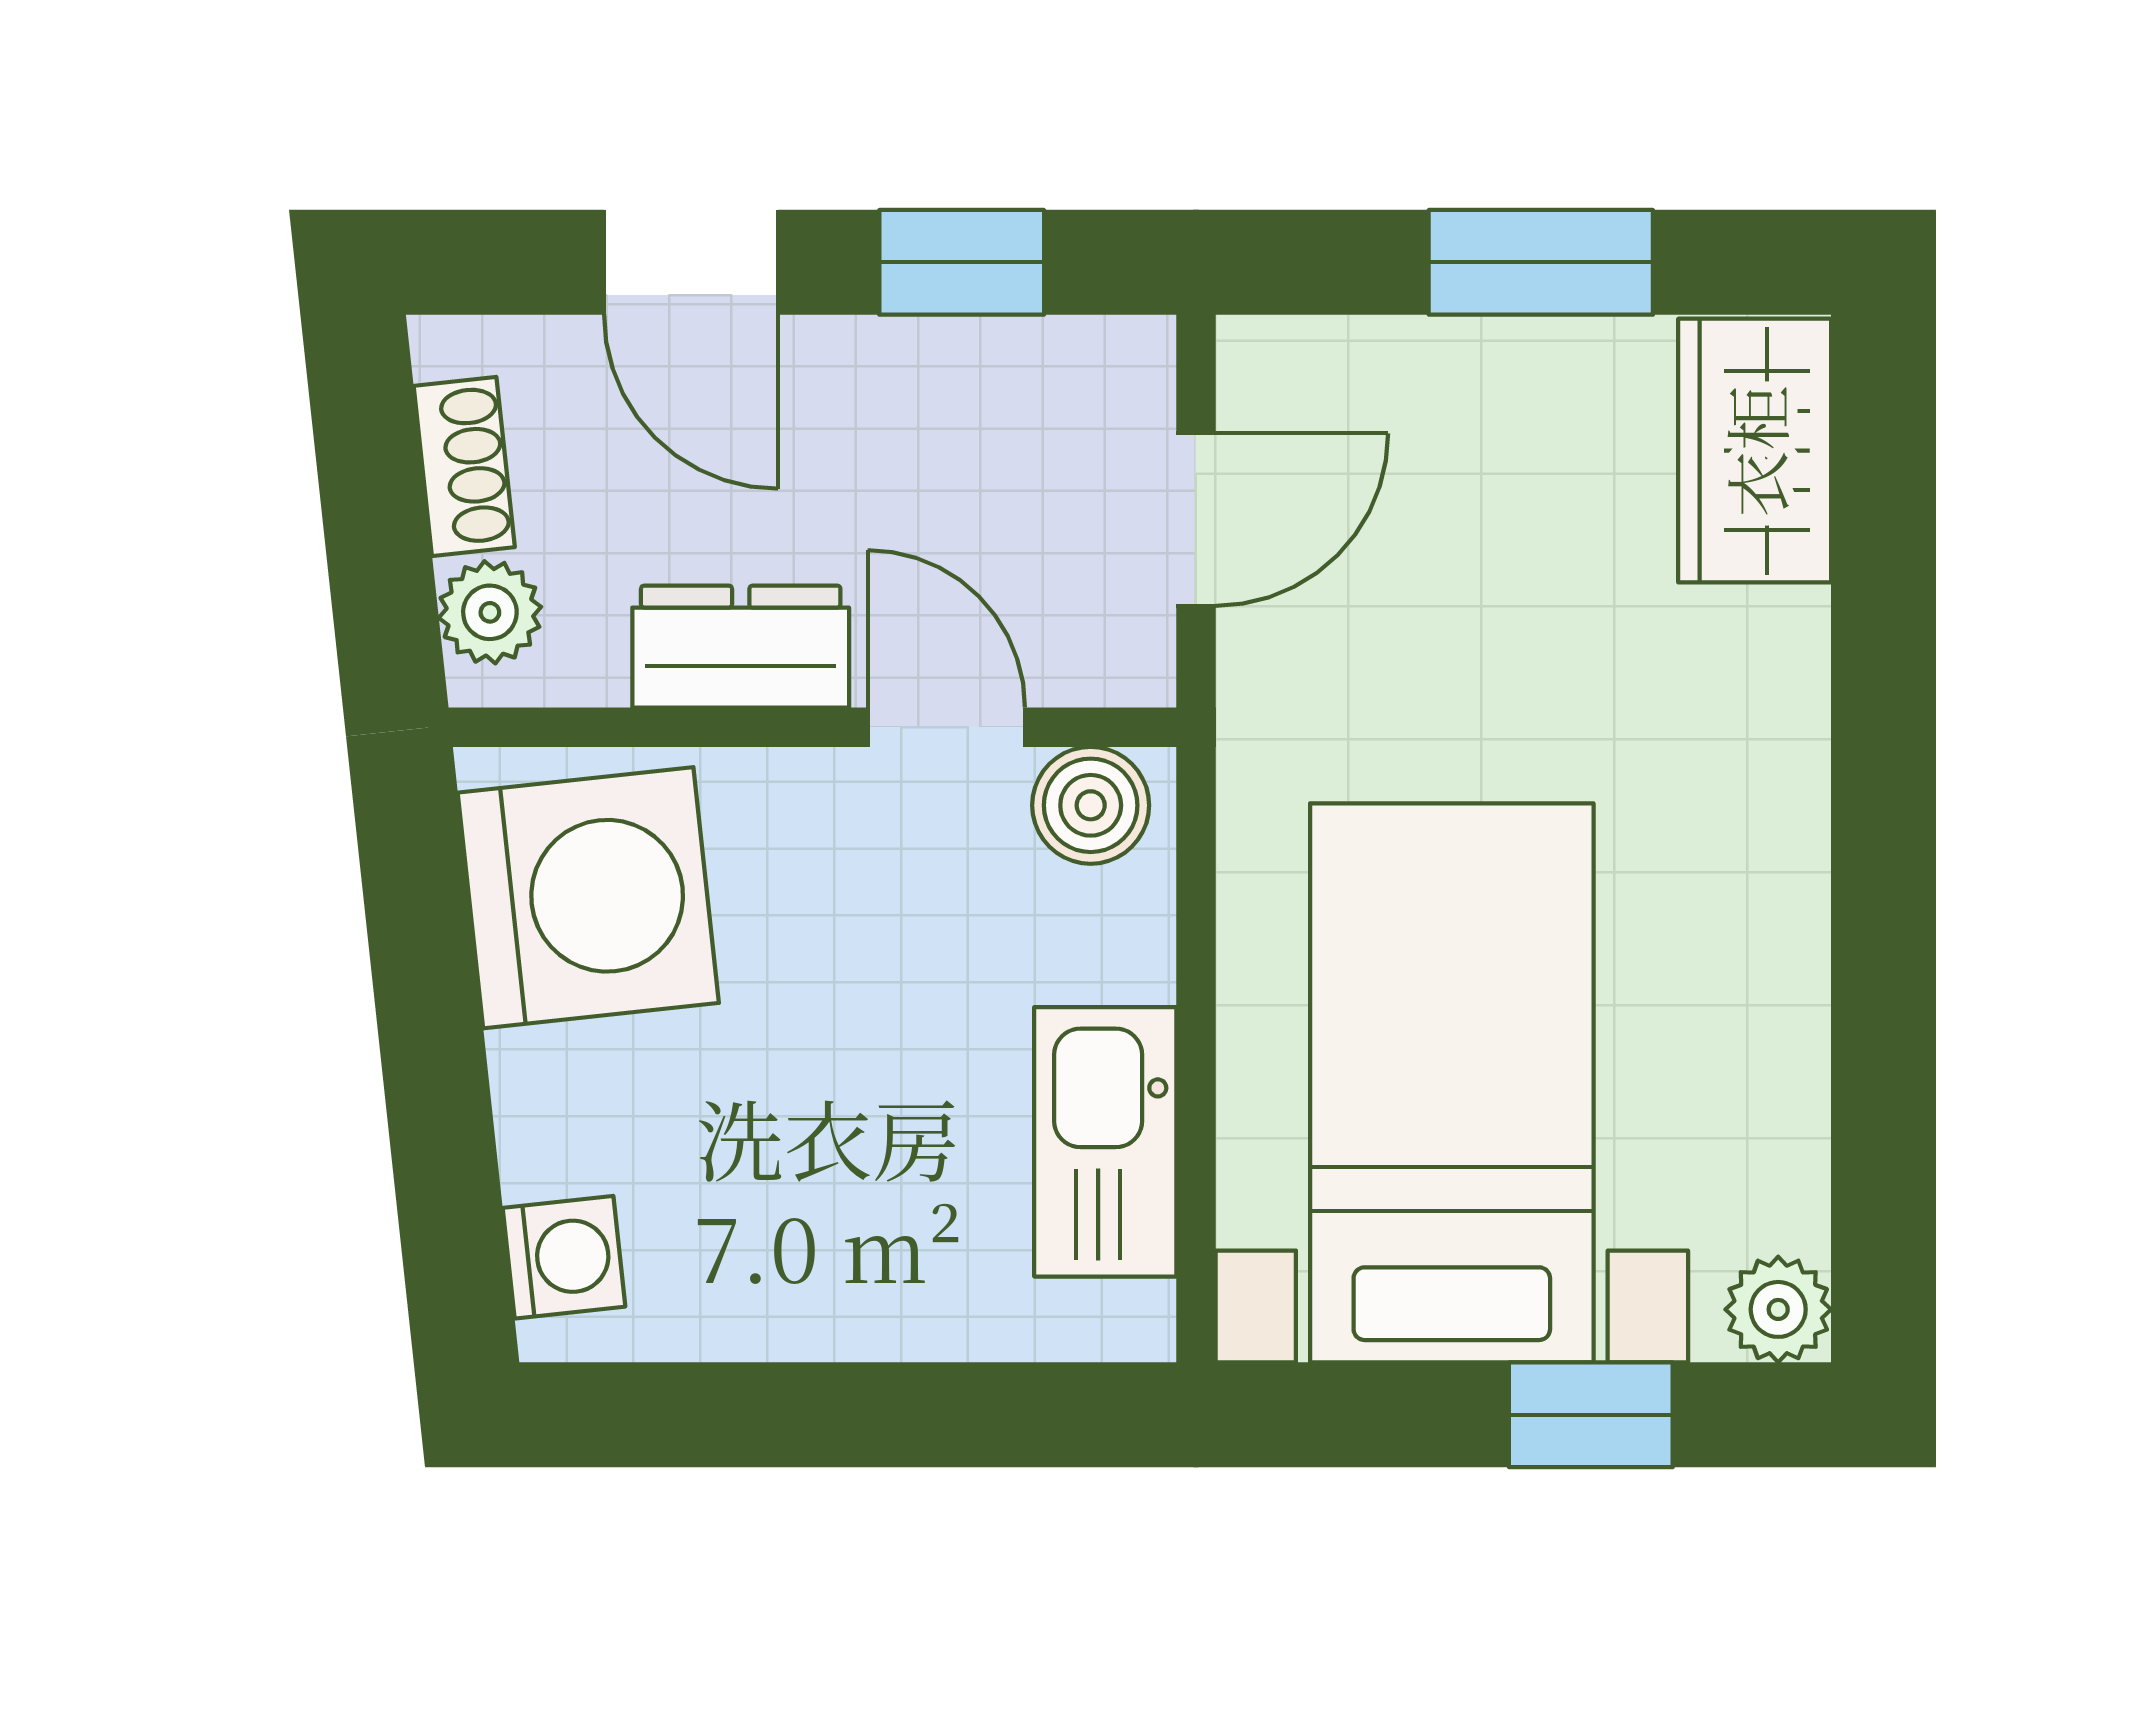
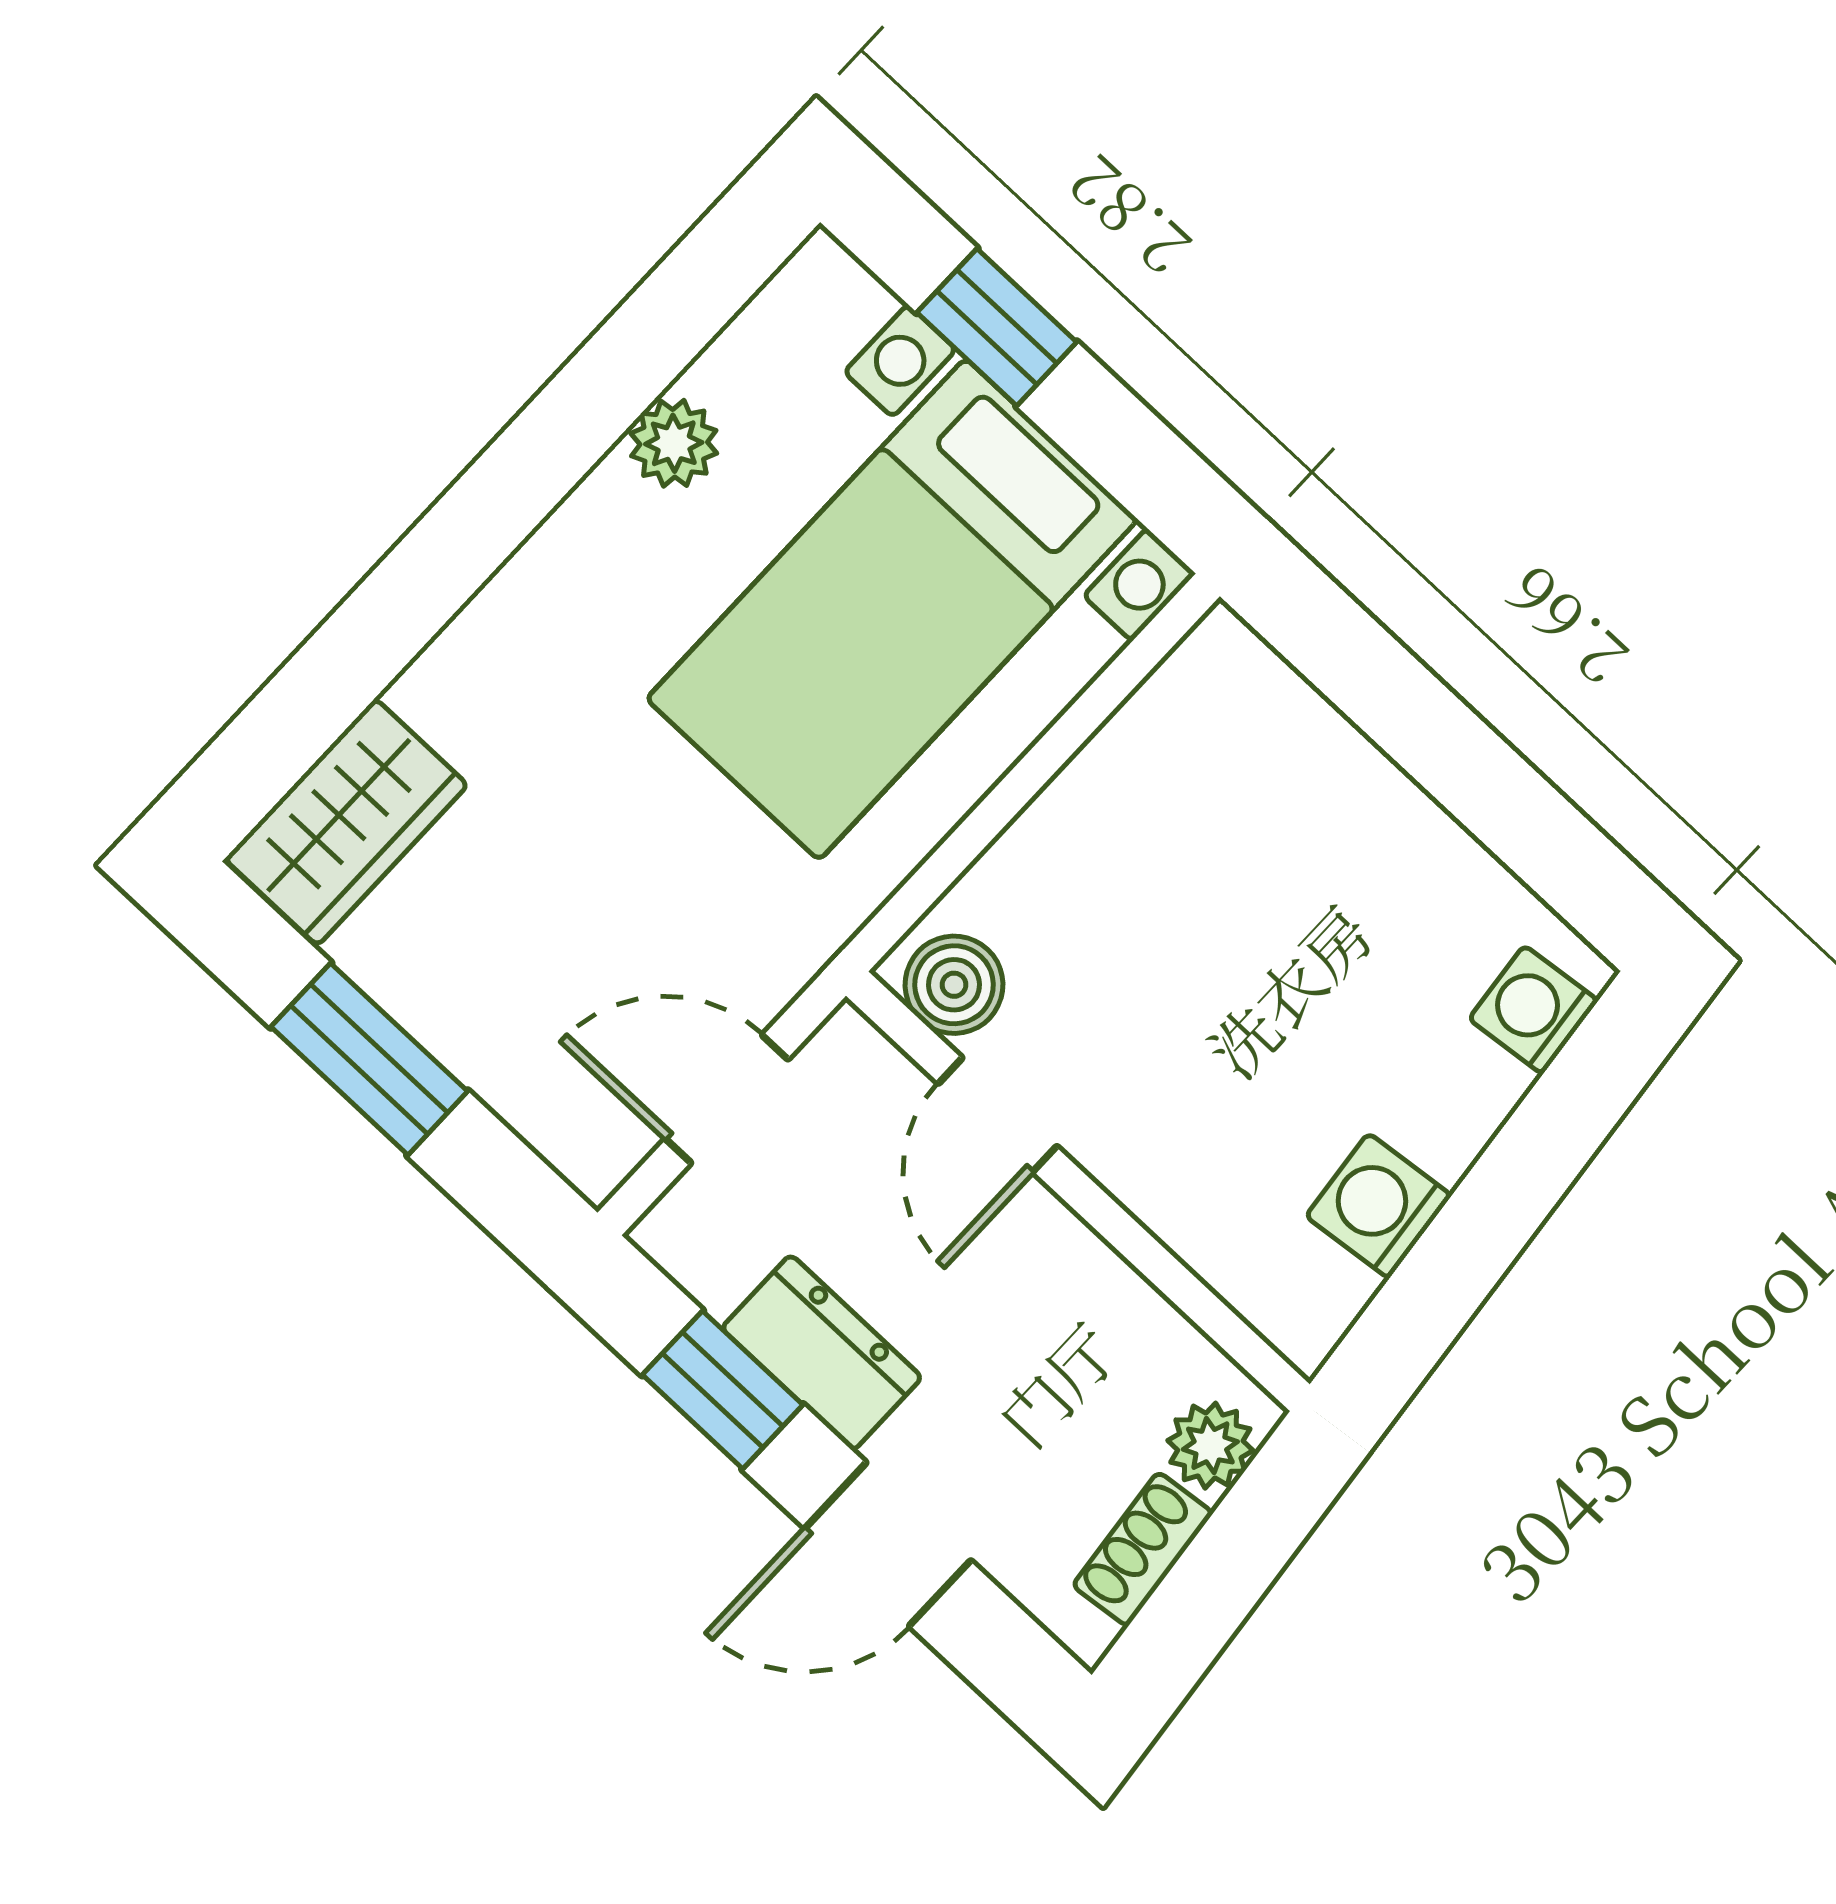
door: (691, 262) -> (888, 1544), swing flipped
dresser: (741, 647) -> (822, 1353), moved, turned 180
washing machine: (588, 898) -> (1379, 1206), width x0.53, depth x0.53
kitchen sink: (1105, 1142) -> (1137, 771), removed
plant: (1778, 1309) -> (674, 443), moved

